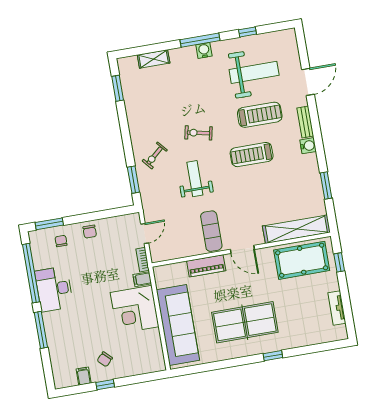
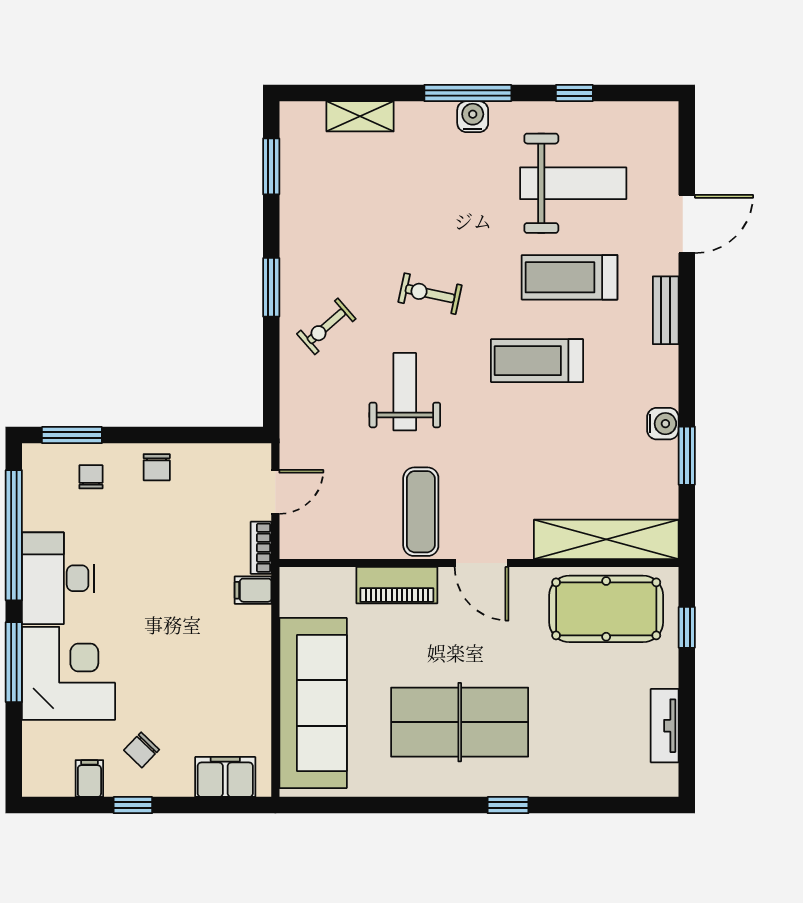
treadmill: (260, 115) -> (570, 277), turned 180
water cooler: (308, 146) -> (663, 424), moved
window: (133, 180) -> (271, 287), moved
corner desk: (135, 310) -> (69, 673), moved, turned 180
filing cabinet: (144, 365) -> (225, 777), added

